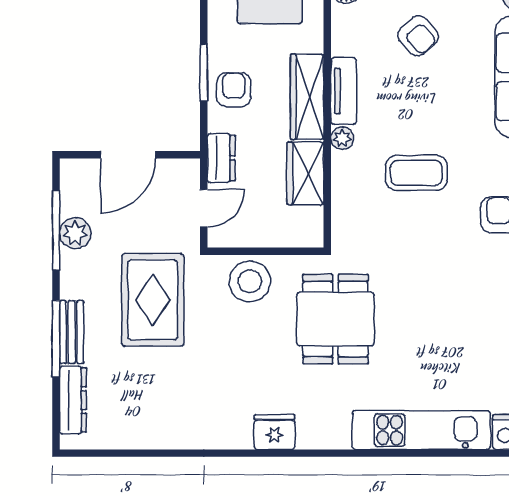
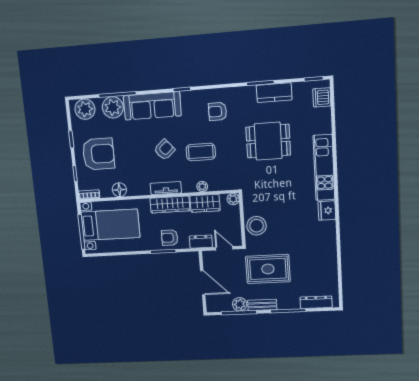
armchair: (418, 36) -> (164, 150), moved
plant: (342, 138) -> (202, 186), moved
coffee table: (416, 173) -> (201, 152), turned 90
plant: (311, 235) -> (233, 199), added
dining table: (335, 319) -> (268, 141), moved
bench: (72, 332) -> (262, 305), moved
kitchen unit: (421, 430) -> (324, 168), moved

